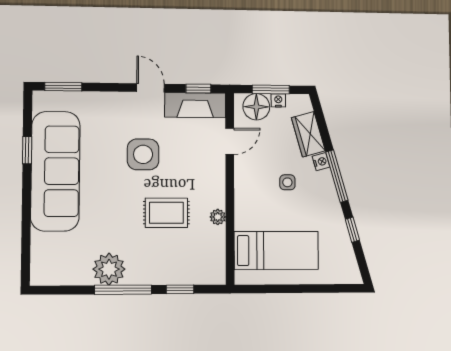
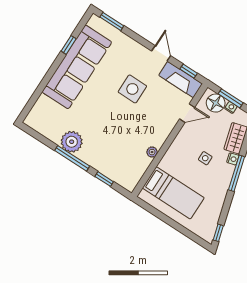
rug: (166, 213) -> (124, 131), removed
window: (352, 230) -> (218, 233), moved

